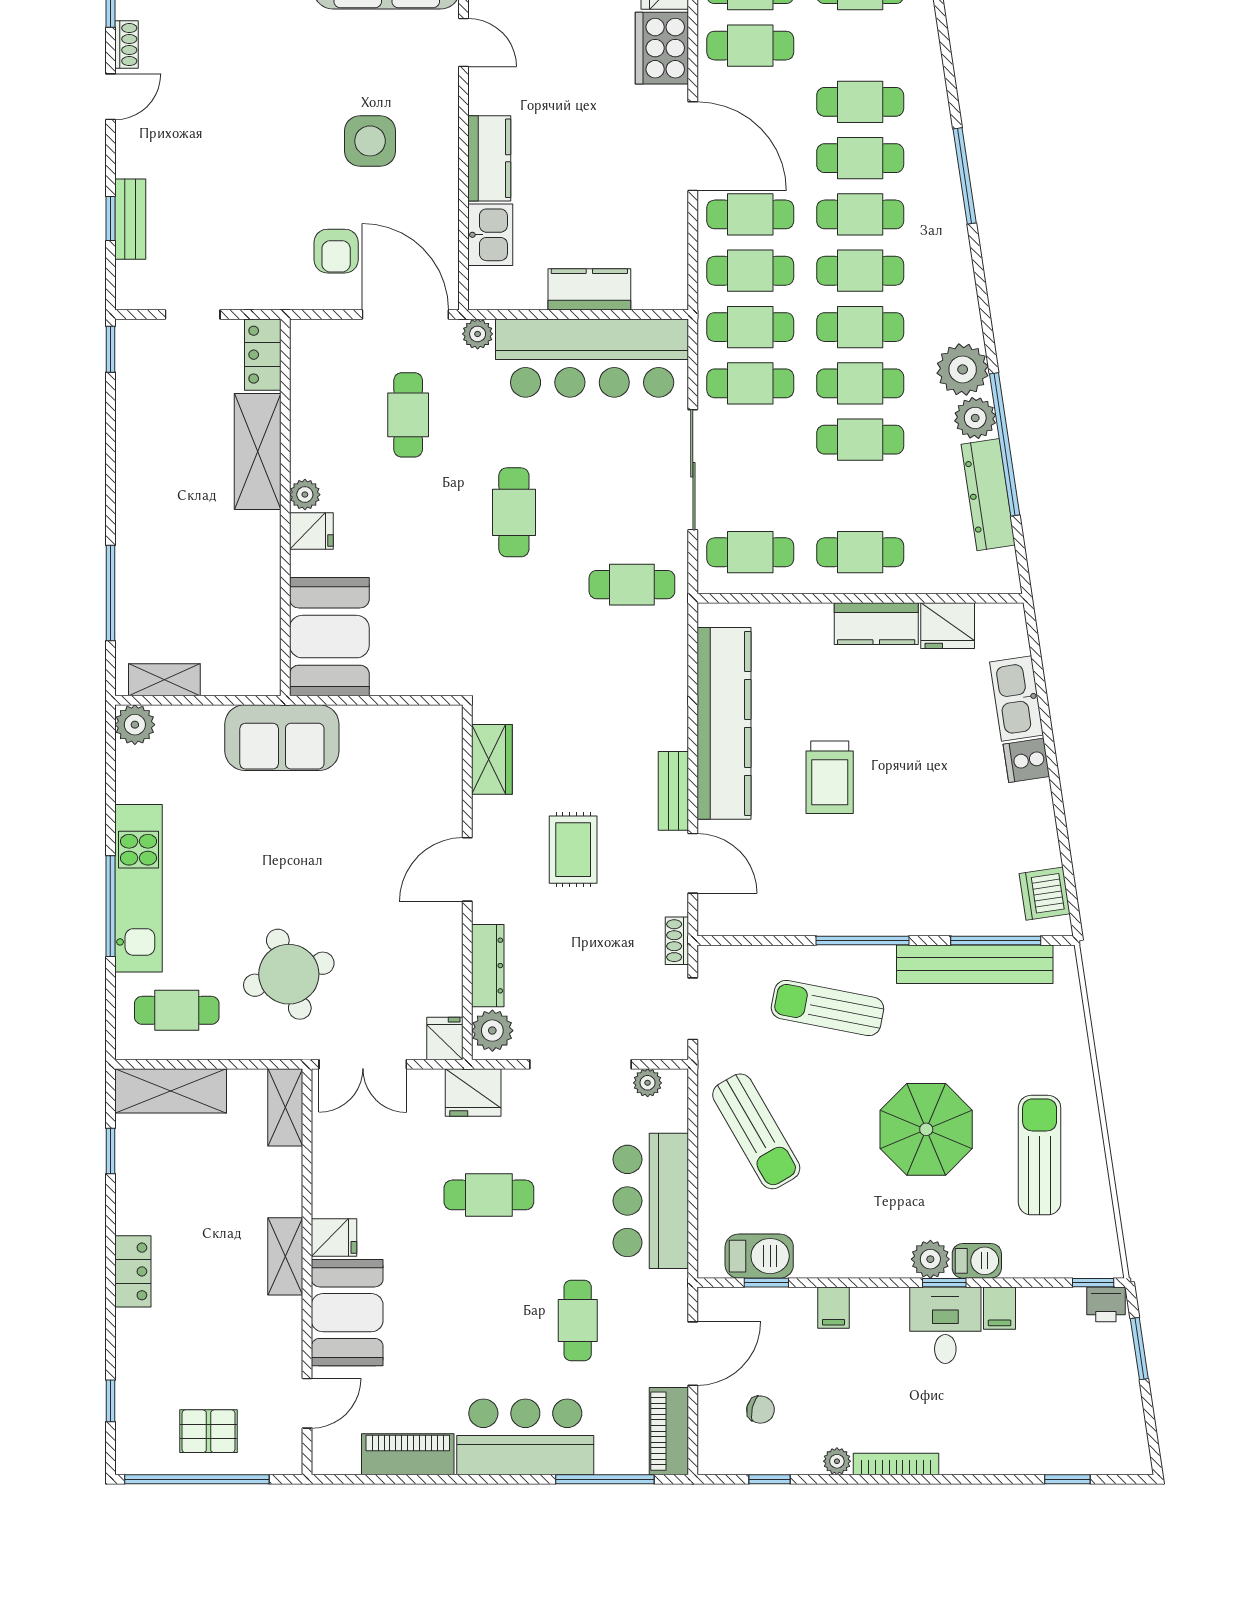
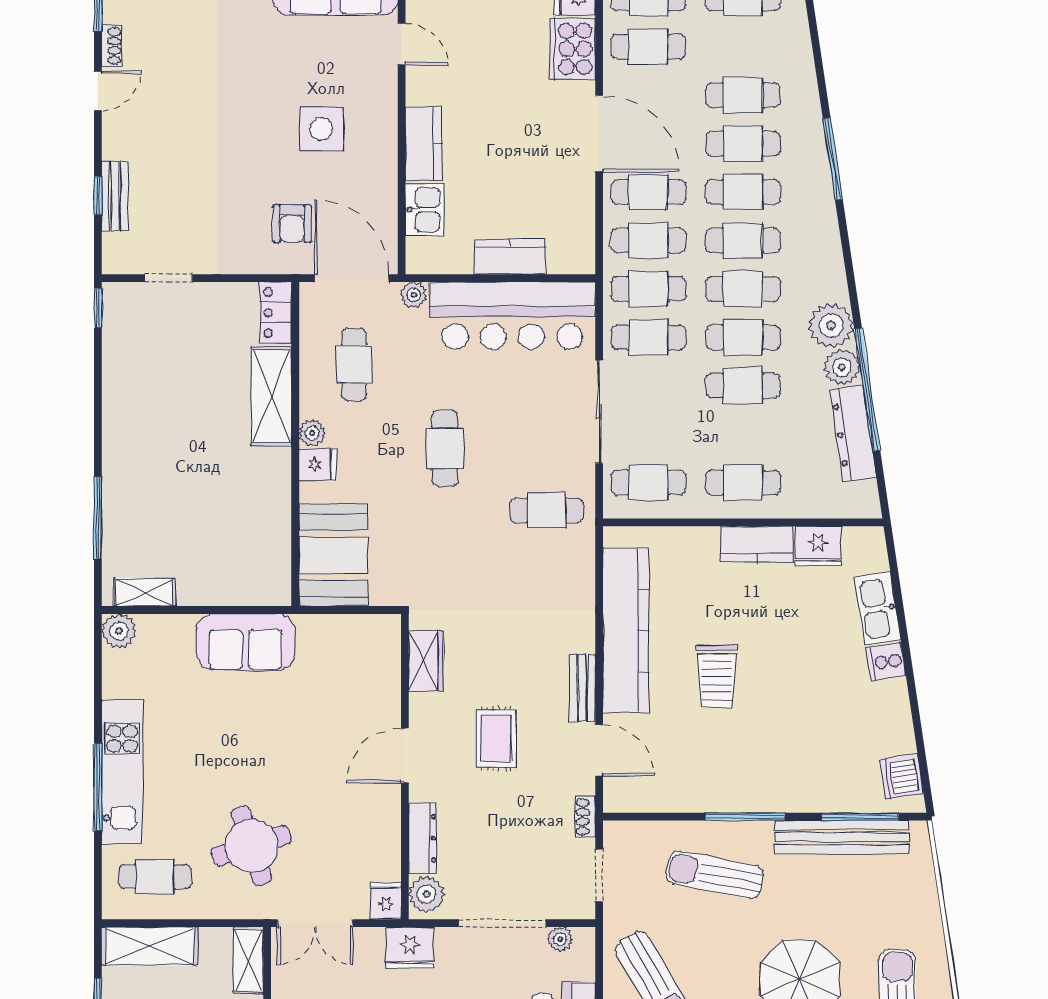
locker: (263, 355) -> (276, 313), moved
shelving: (258, 452) -> (271, 396), moved
plant: (305, 495) -> (312, 433), moved
wall: (285, 507) -> (295, 444), moved
fridge: (311, 531) -> (318, 464), moved
booth: (329, 637) -> (333, 555), moved

